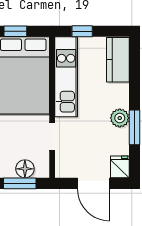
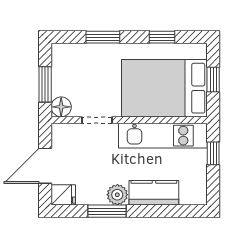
kitchen counter: (118, 60) -> (154, 193), moved
floor lamp: (25, 169) -> (61, 107), moved

